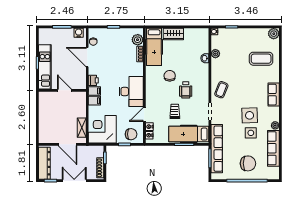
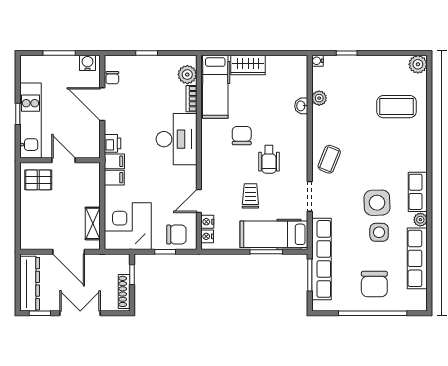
desk: (131, 91) -> (177, 139), moved
row of seats: (274, 95) -> (418, 192), moved
pallet: (49, 102) -> (38, 180), added
chair: (248, 163) -> (374, 284), turned 90

